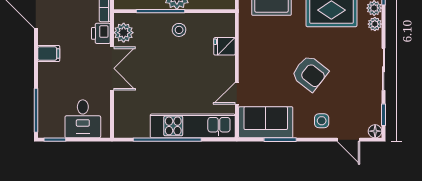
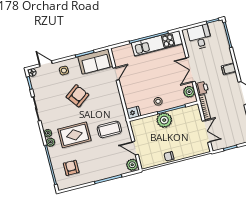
fridge: (224, 46) -> (133, 113), moved
armchair: (310, 73) -> (77, 96), turned 105
kitchen unit: (193, 126) -> (157, 43), moved

